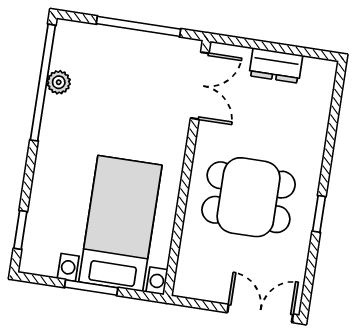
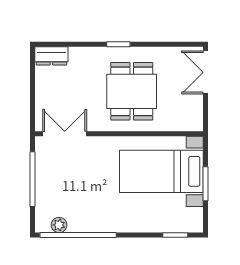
dresser: (276, 65) -> (51, 56), moved, turned 90
plant: (59, 82) -> (59, 225), moved
window: (319, 214) -> (118, 44), moved

